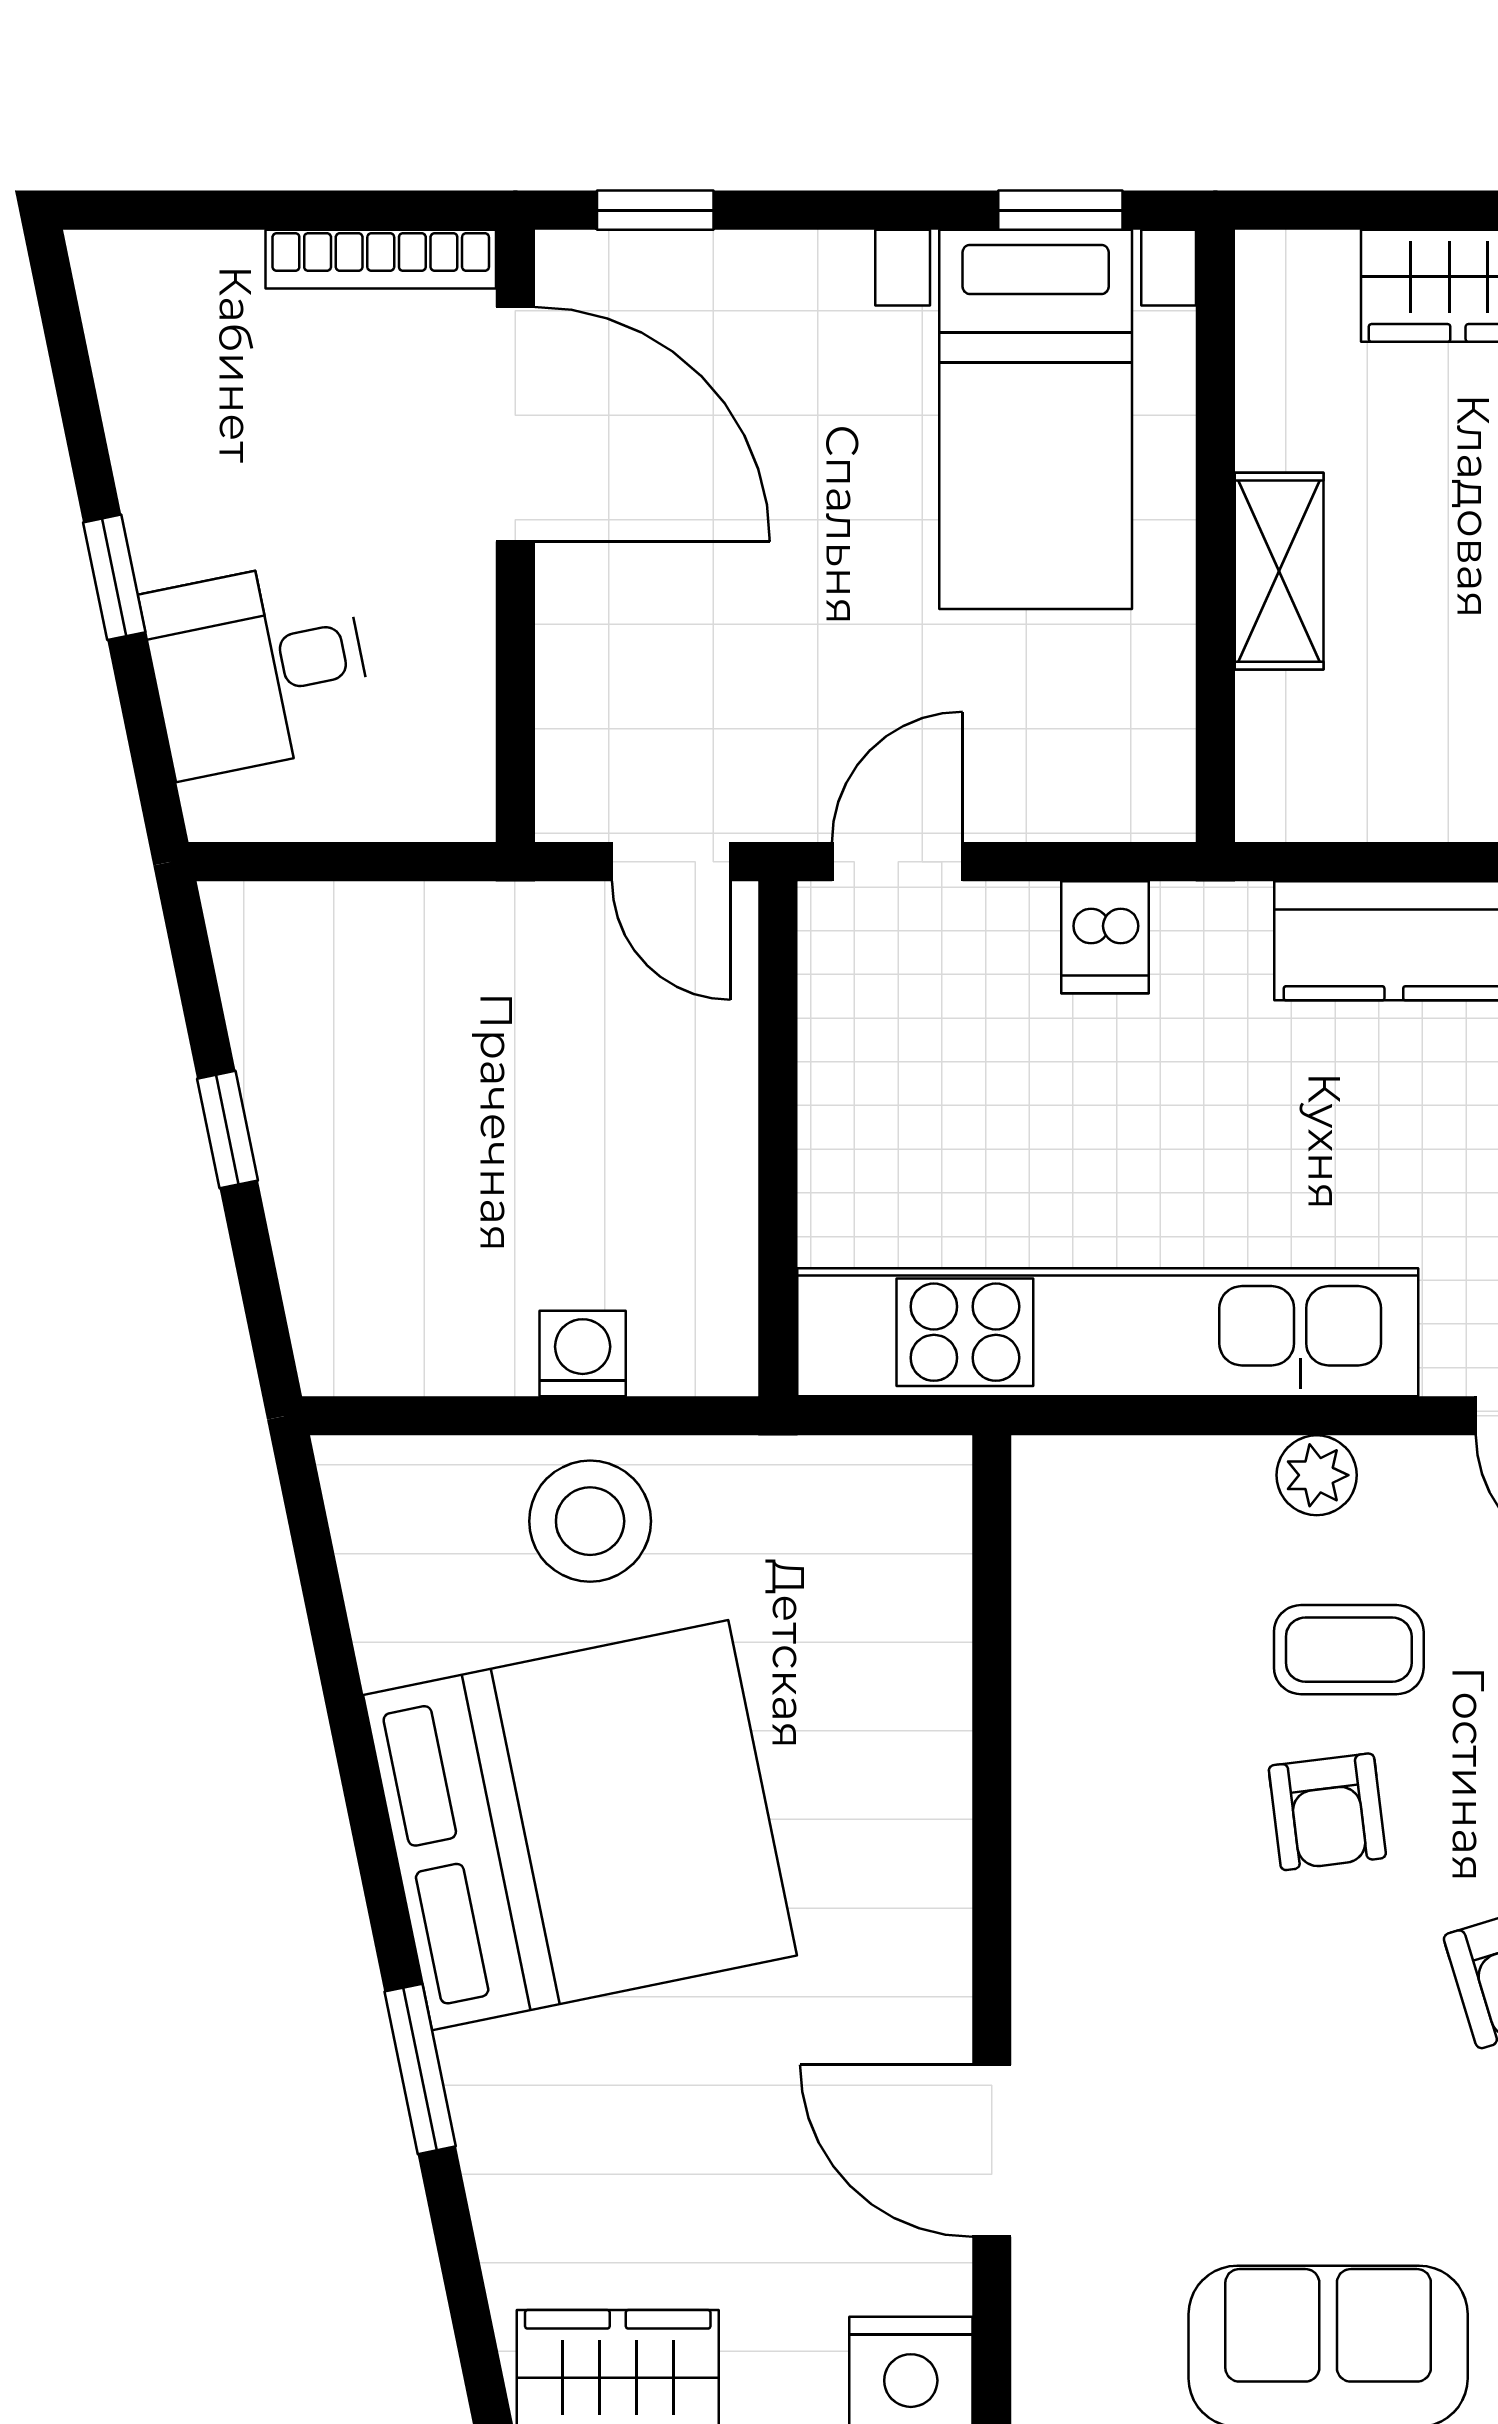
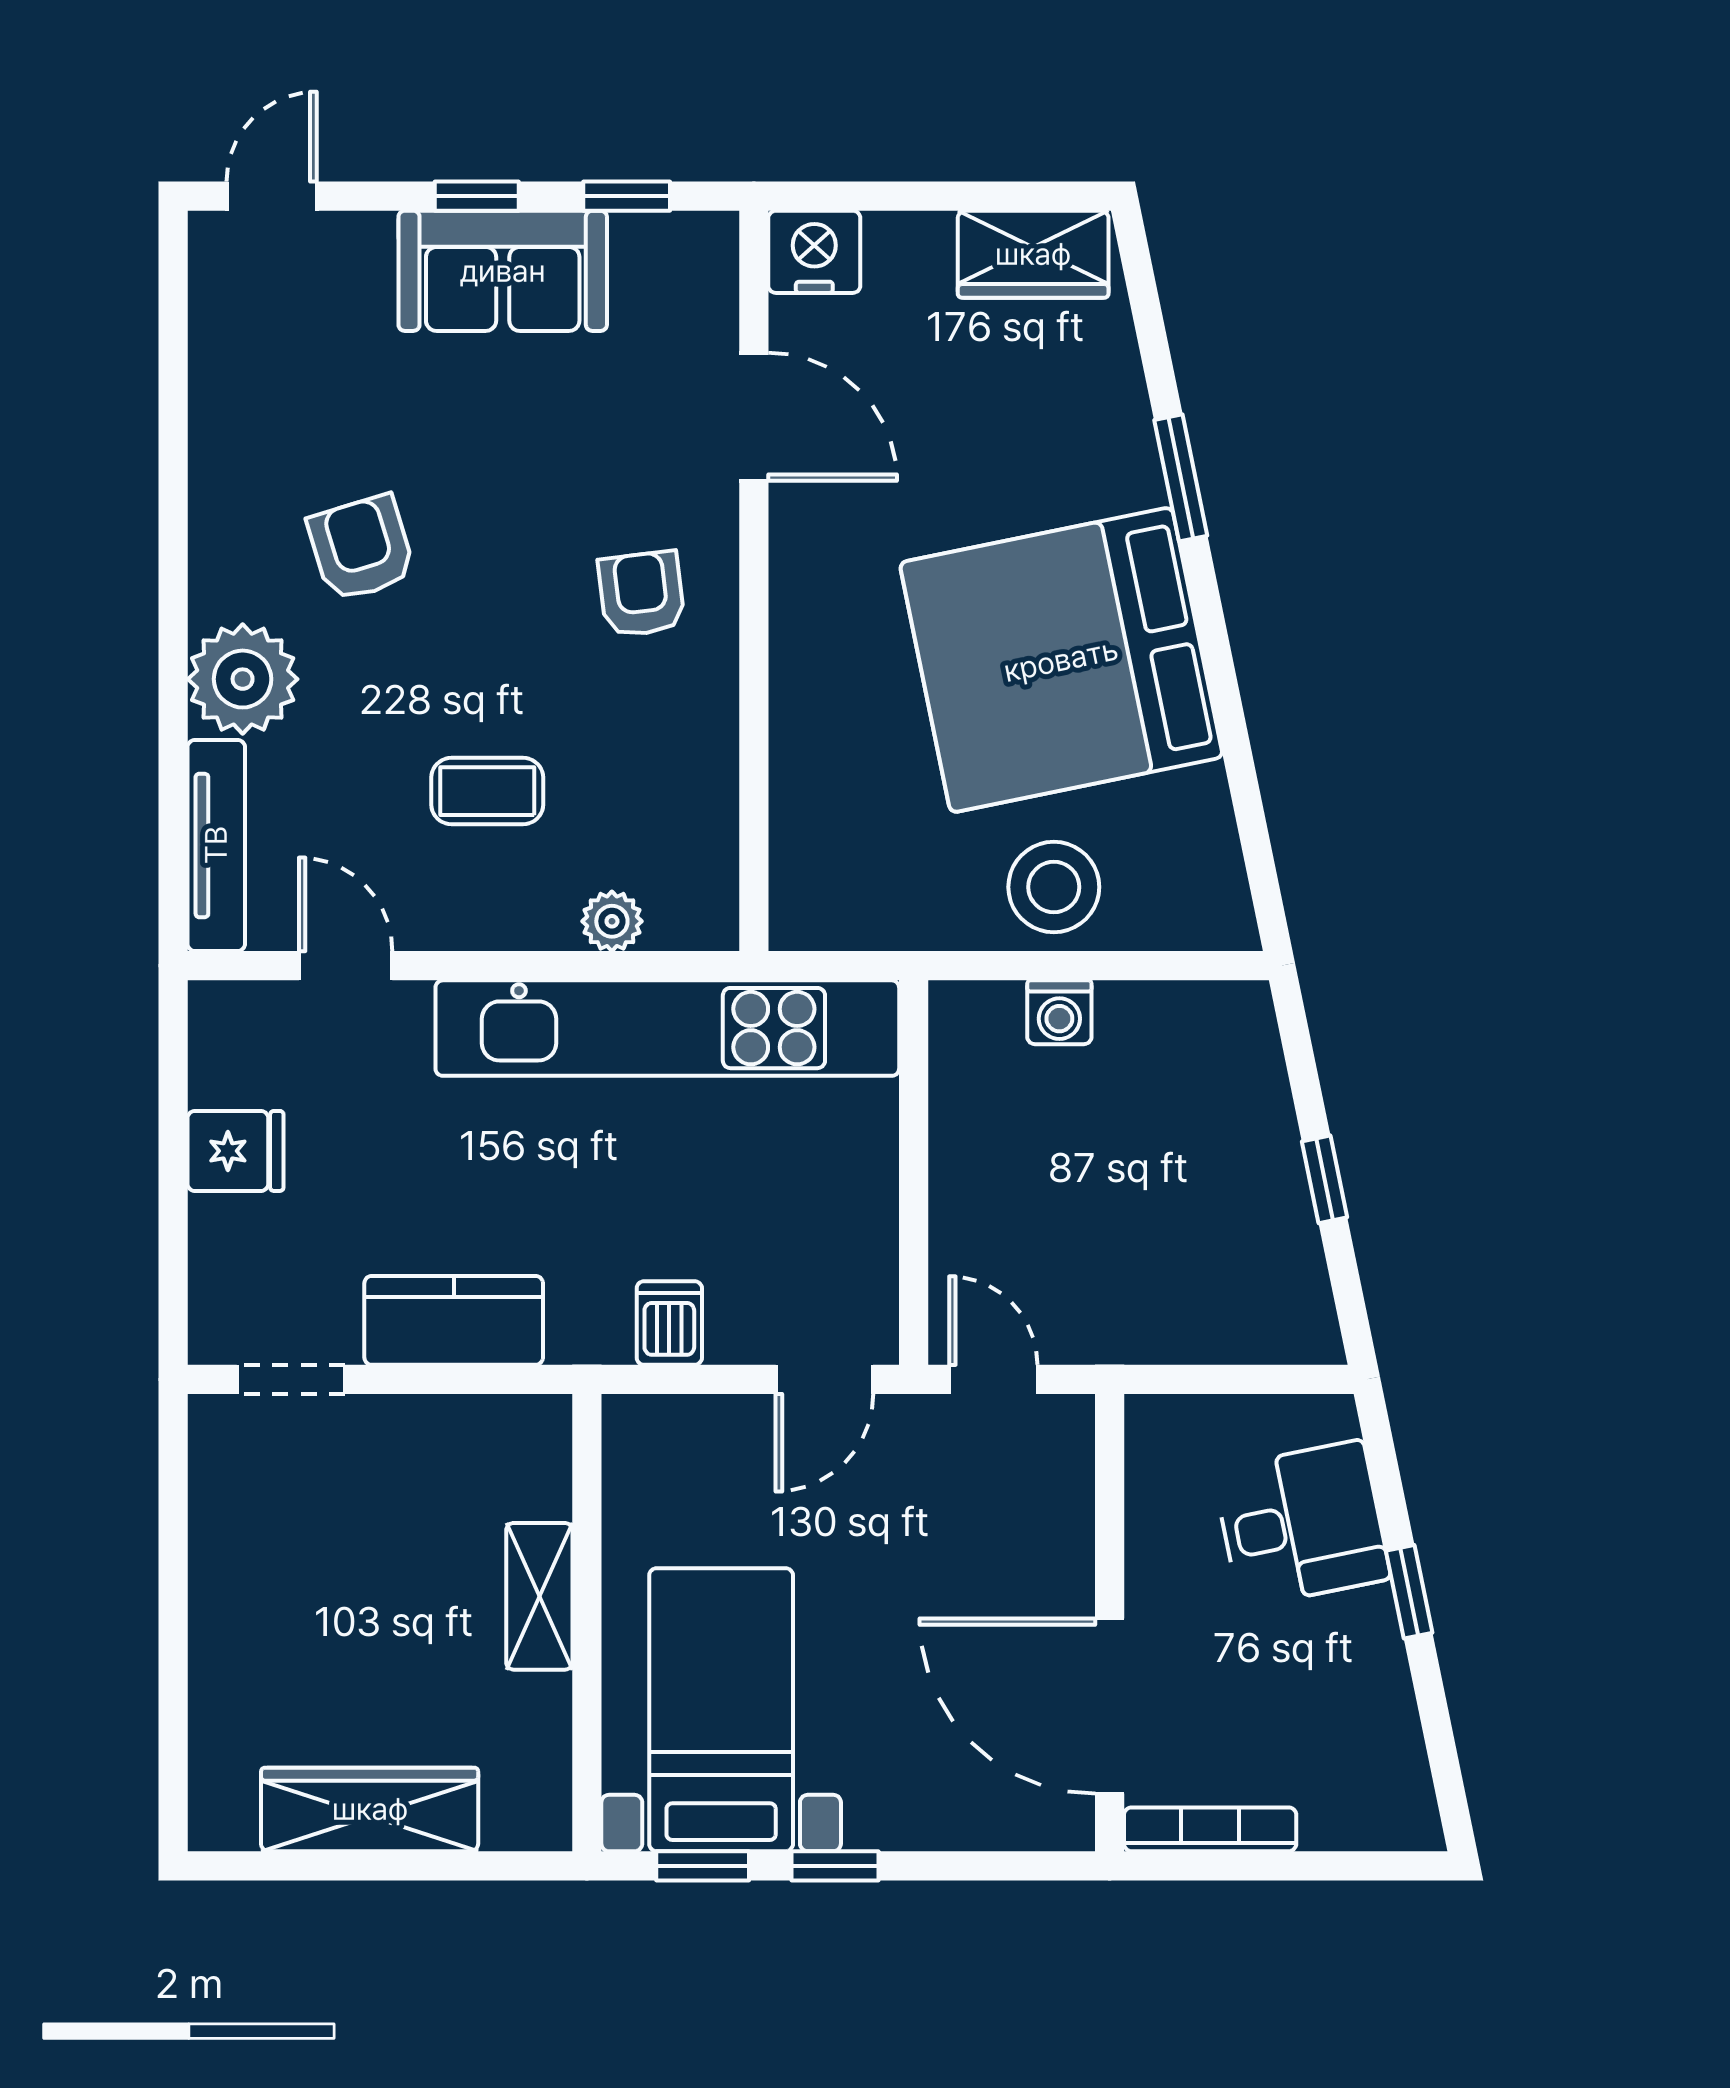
window: (655, 210) -> (835, 1866), moved
plant: (1317, 1475) -> (612, 921), moved
armchair: (1327, 1812) -> (642, 594), moved

